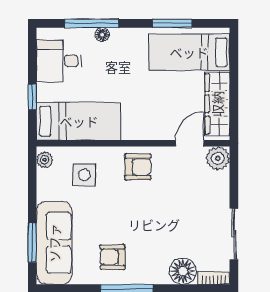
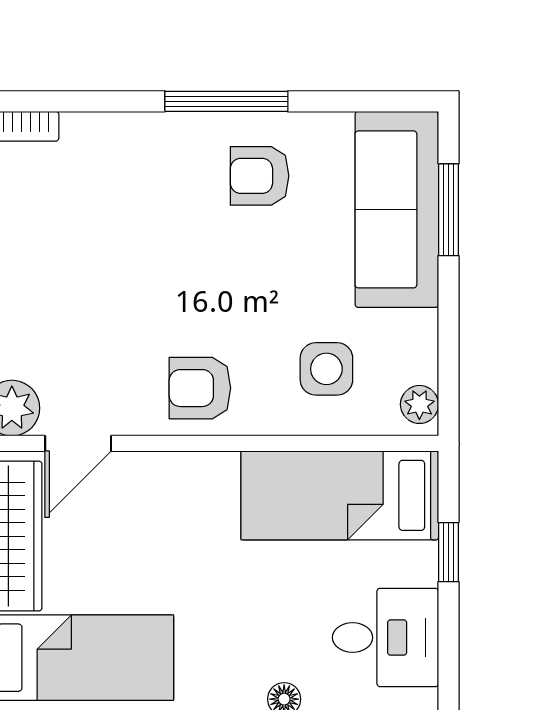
armchair: (113, 257) -> (260, 176), turned 180
floor lamp: (183, 271) -> (94, 143), removed

